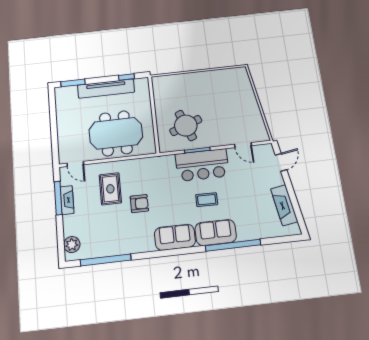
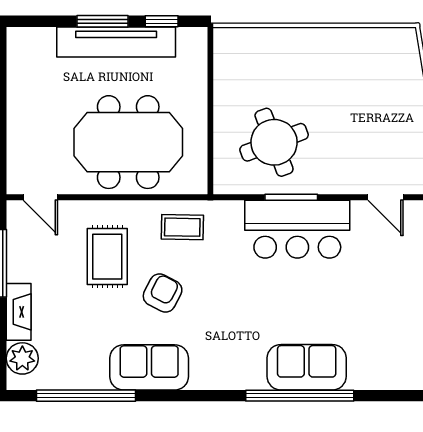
window: (73, 83) -> (102, 21), moved
fireplace: (67, 200) -> (19, 312), moved
coffee table: (207, 200) -> (182, 227), moved
armchair: (139, 204) -> (163, 293), turned -63
sofa: (175, 237) -> (149, 367), moved
window: (233, 245) -> (300, 396), moved

